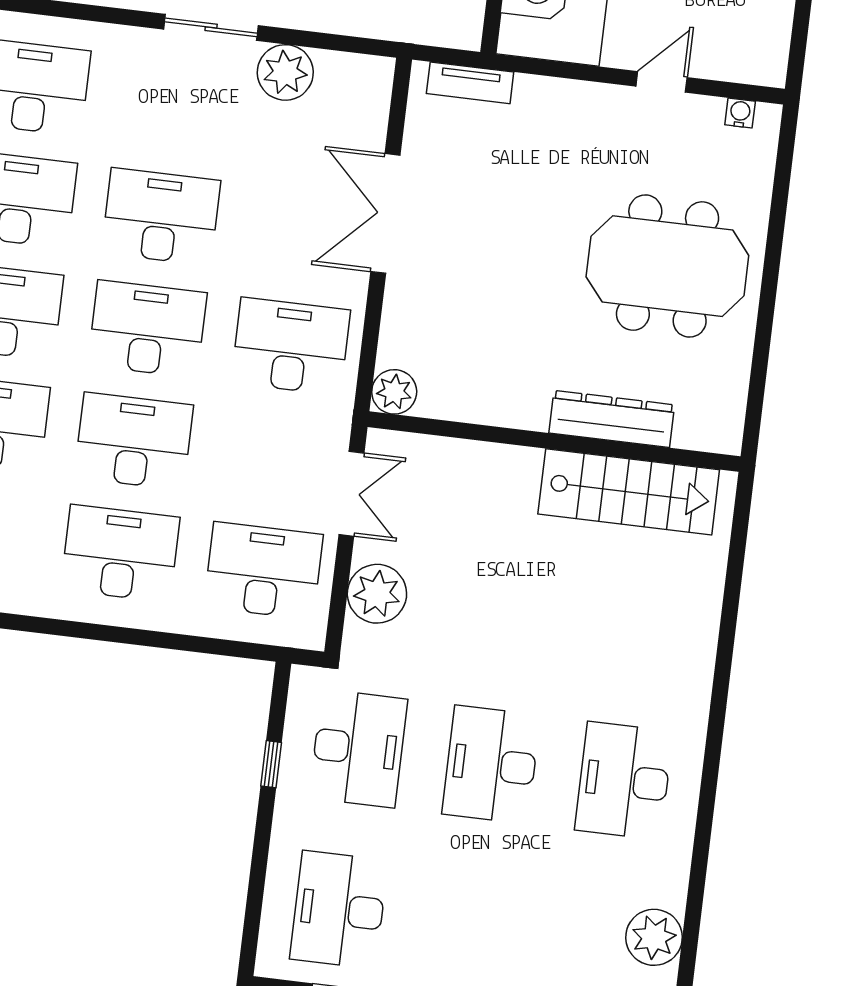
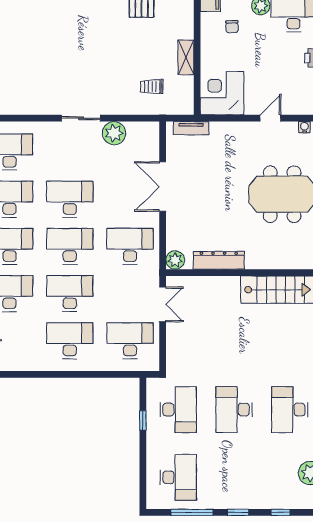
dresser: (612, 419) -> (219, 260), moved
plant: (377, 594) -> (178, 345), removed
desk: (339, 910) -> (178, 477), turned 180

